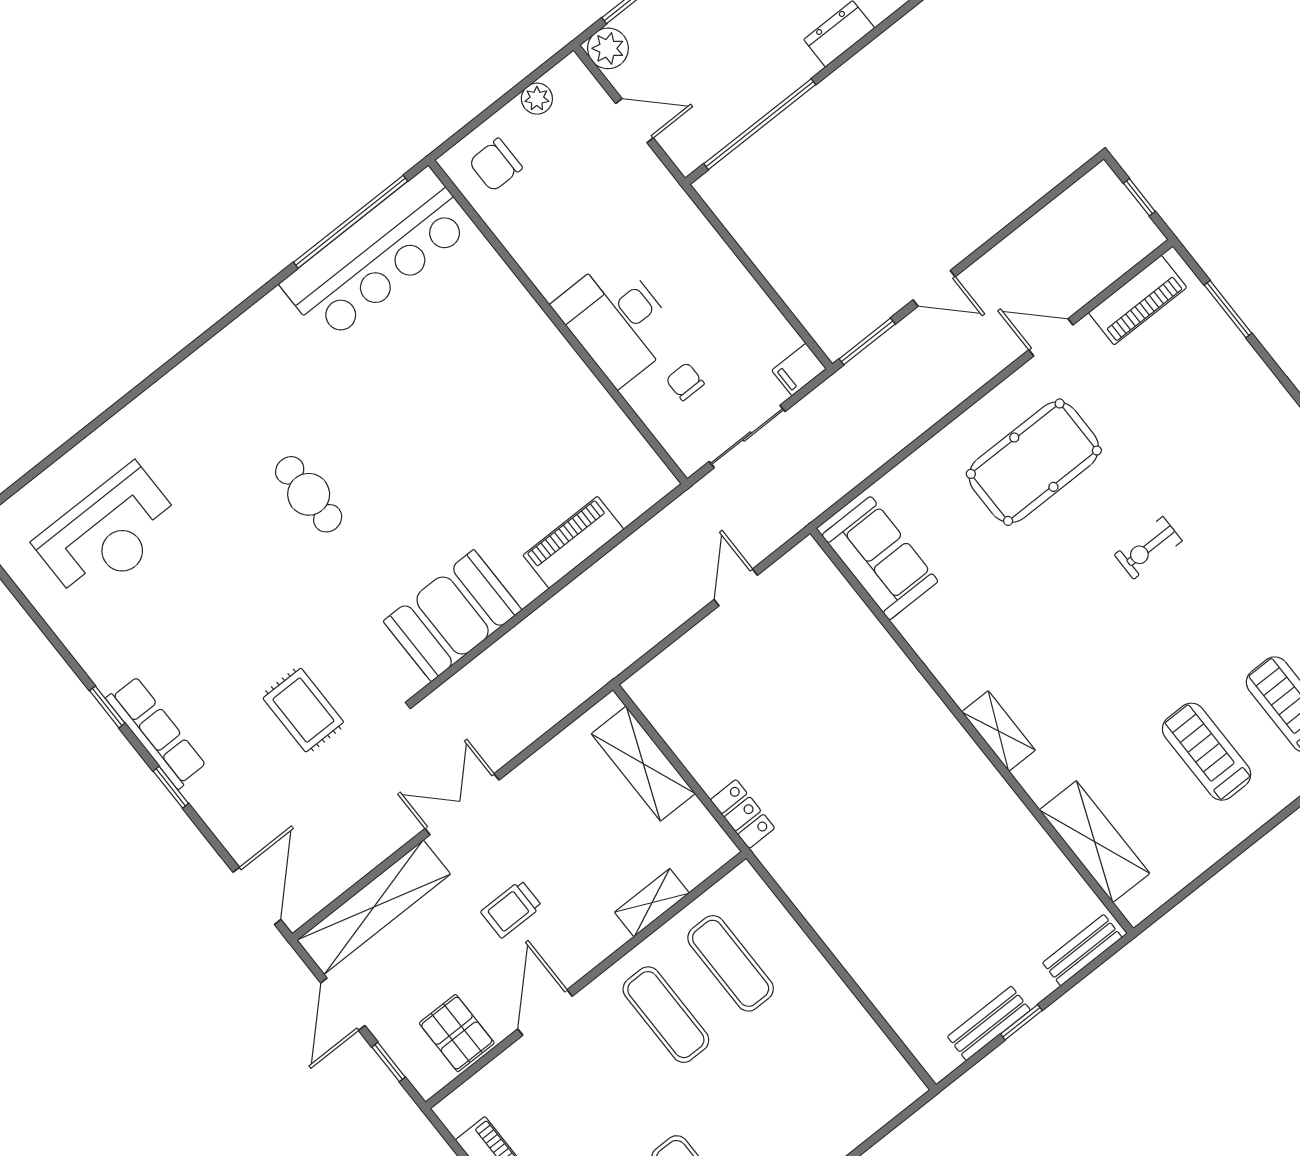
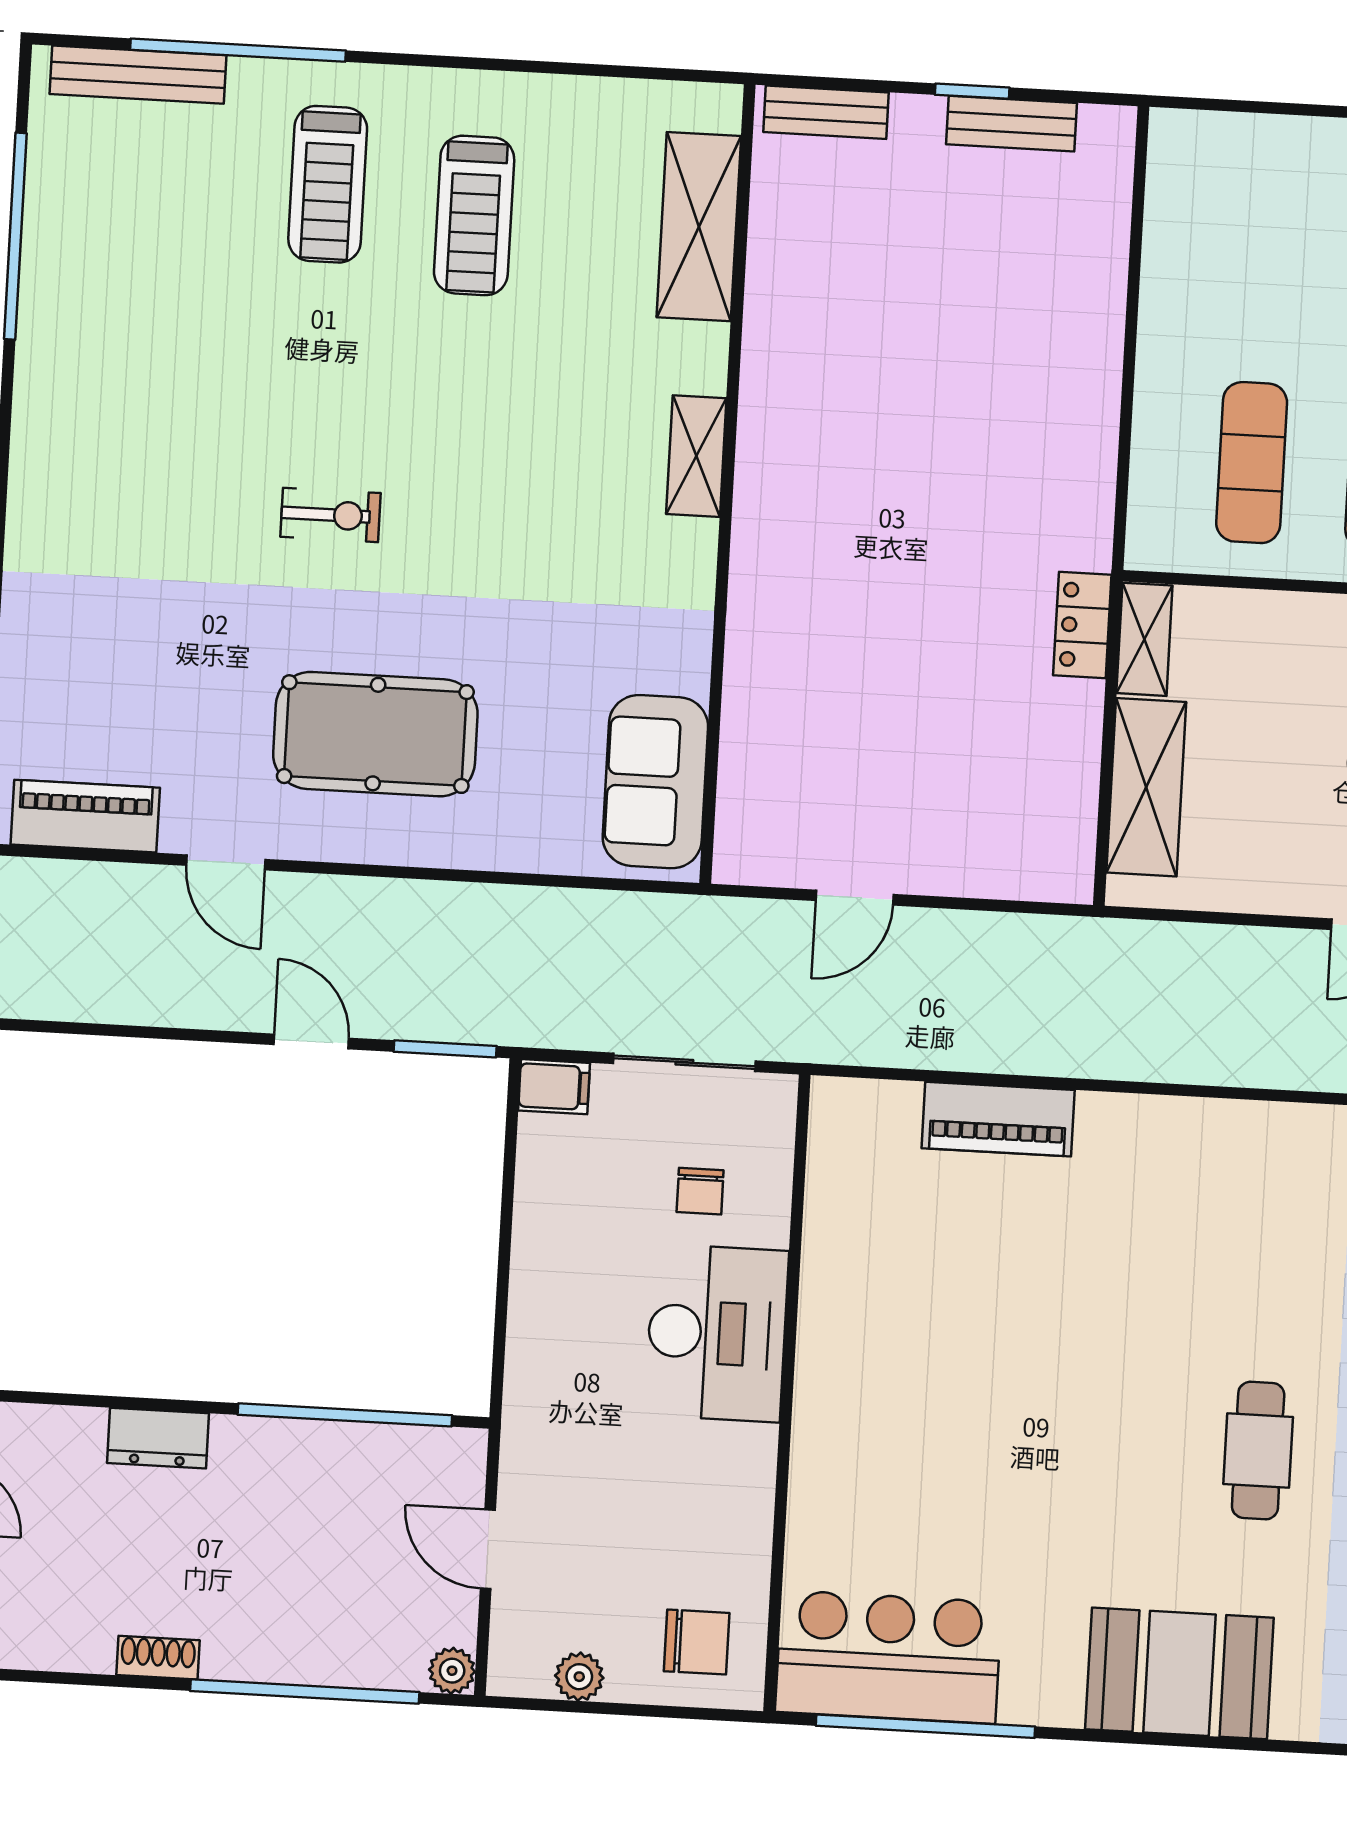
plant: (608, 48) -> (452, 1671), width x0.73, depth x0.73
bar counter: (378, 255) -> (888, 1657), width x0.73
booth: (453, 616) -> (1179, 1673), moved
shelving: (652, 903) -> (1144, 639), moved, turned 90

